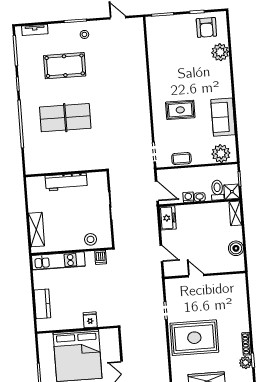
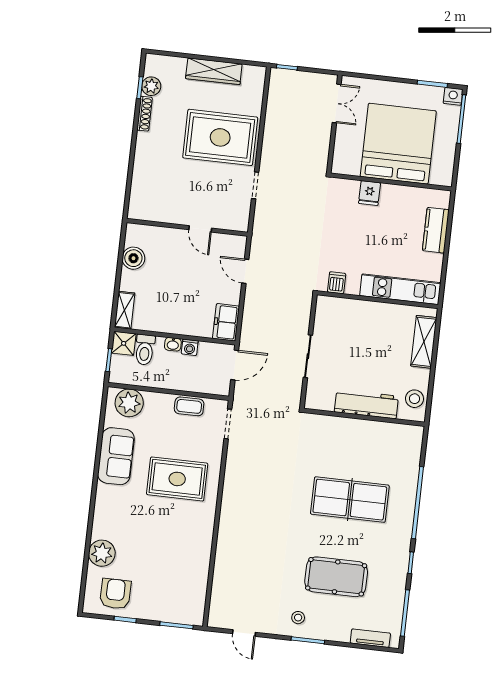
rug: (180, 110) -> (177, 479), width x1.36, depth x1.43
door: (157, 191) -> (235, 365), swing flipped
stool: (91, 239) -> (415, 399), moved

